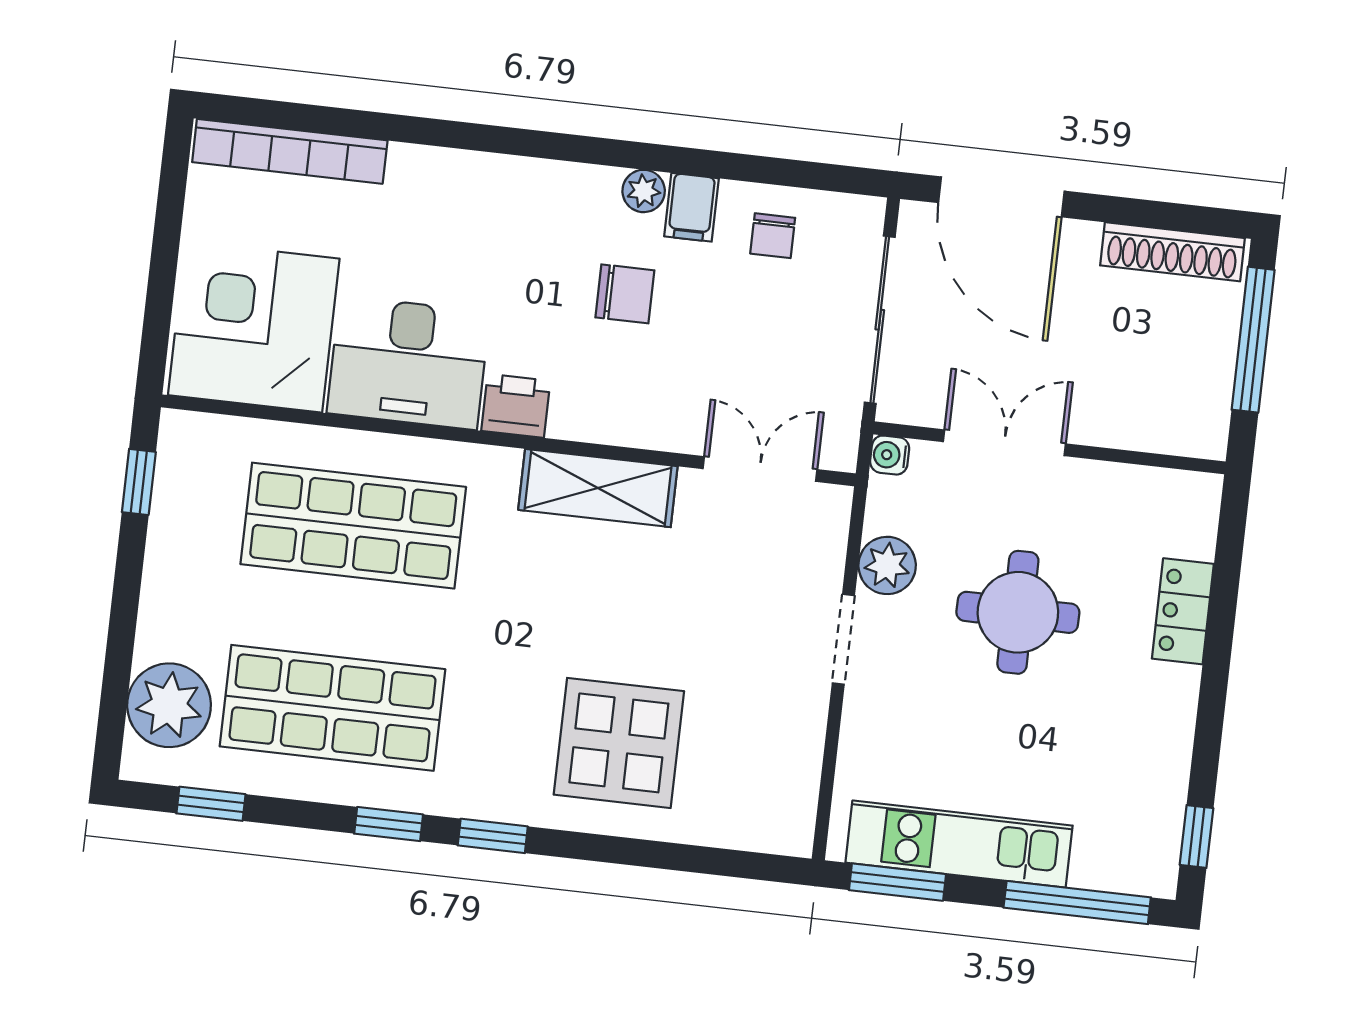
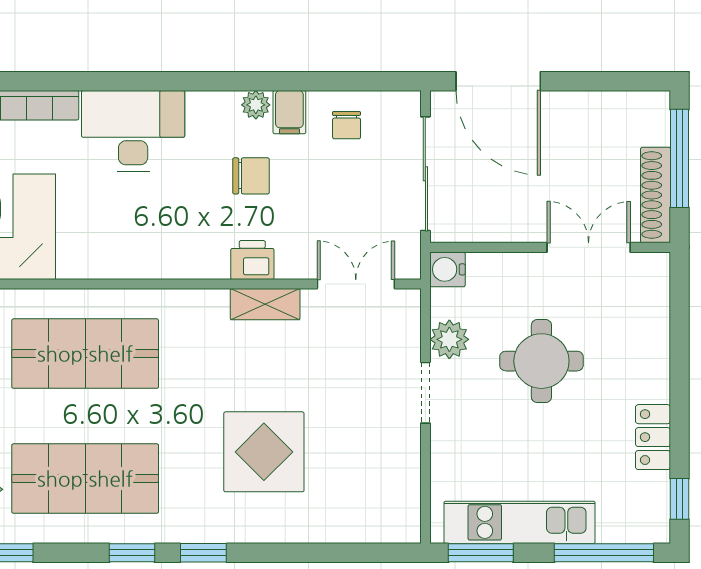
shoe rack: (1172, 252) -> (656, 195), moved, turned 90
desk: (408, 363) -> (133, 131), moved, turned 180
printer: (516, 406) -> (252, 260), moved
double door: (1004, 443) -> (589, 247), moved
water cooler: (890, 455) -> (447, 269), width x1.38, depth x1.38
shelving: (598, 488) -> (265, 304), width x0.67, depth x0.75
locker: (1183, 611) -> (653, 437), moved
display table: (619, 743) -> (264, 452), moved

